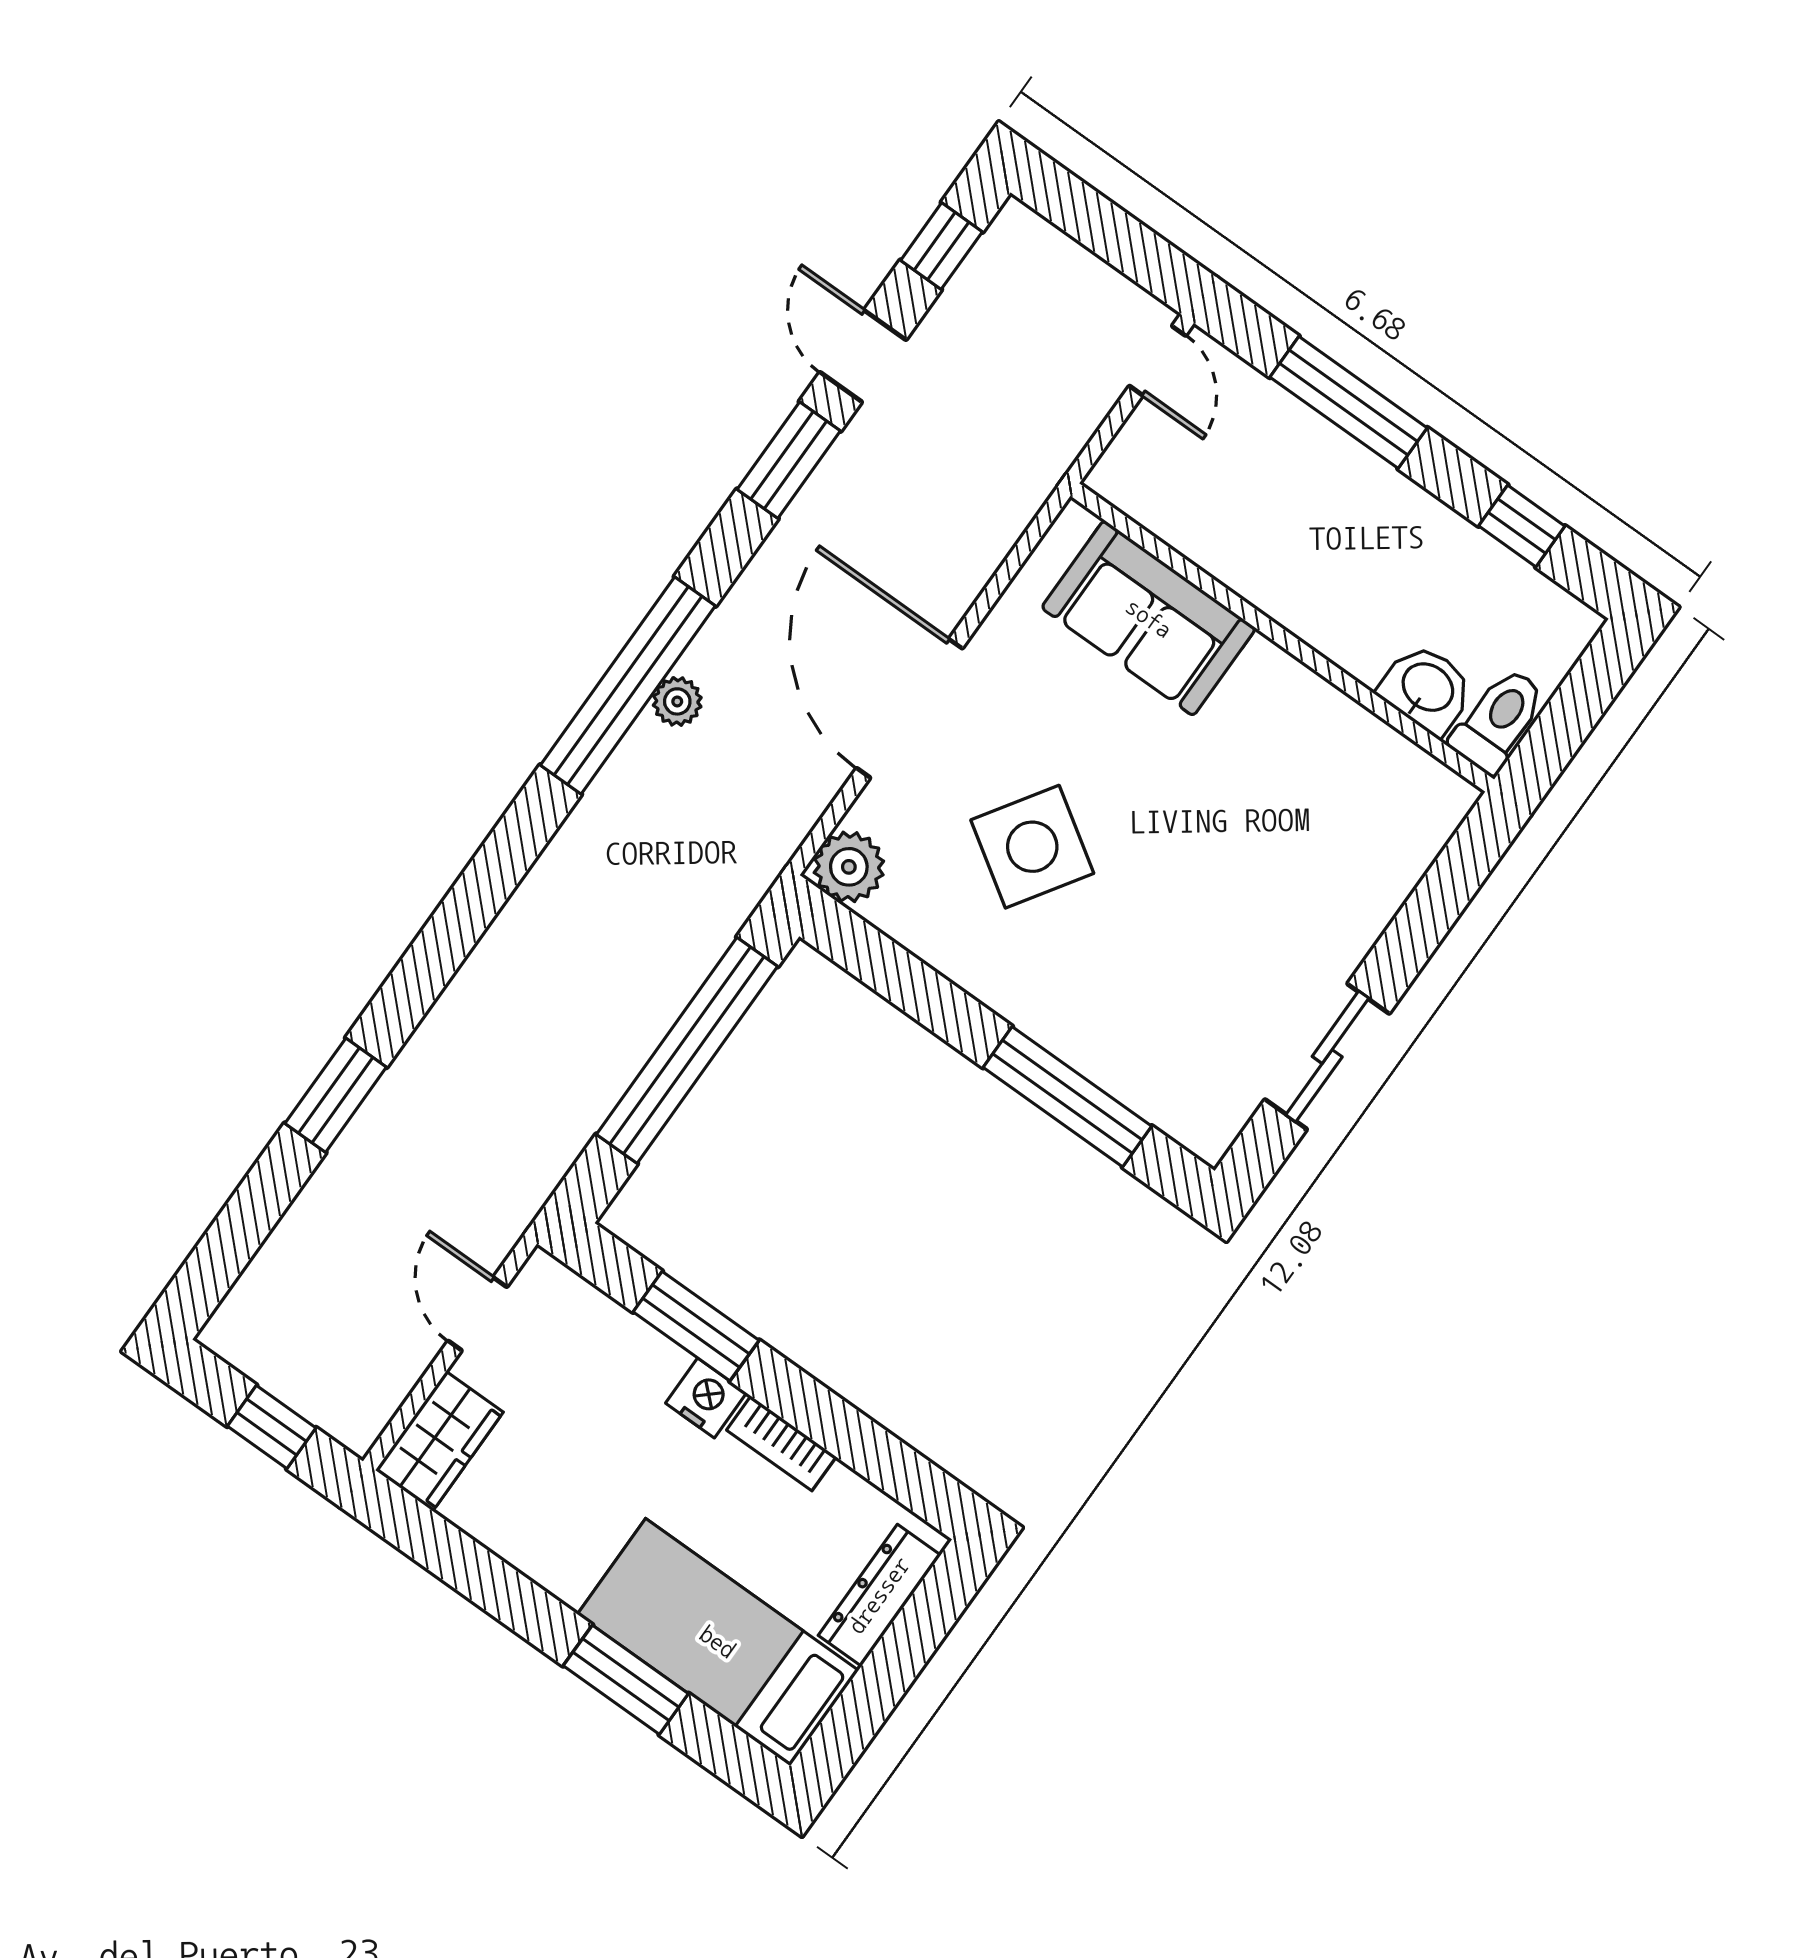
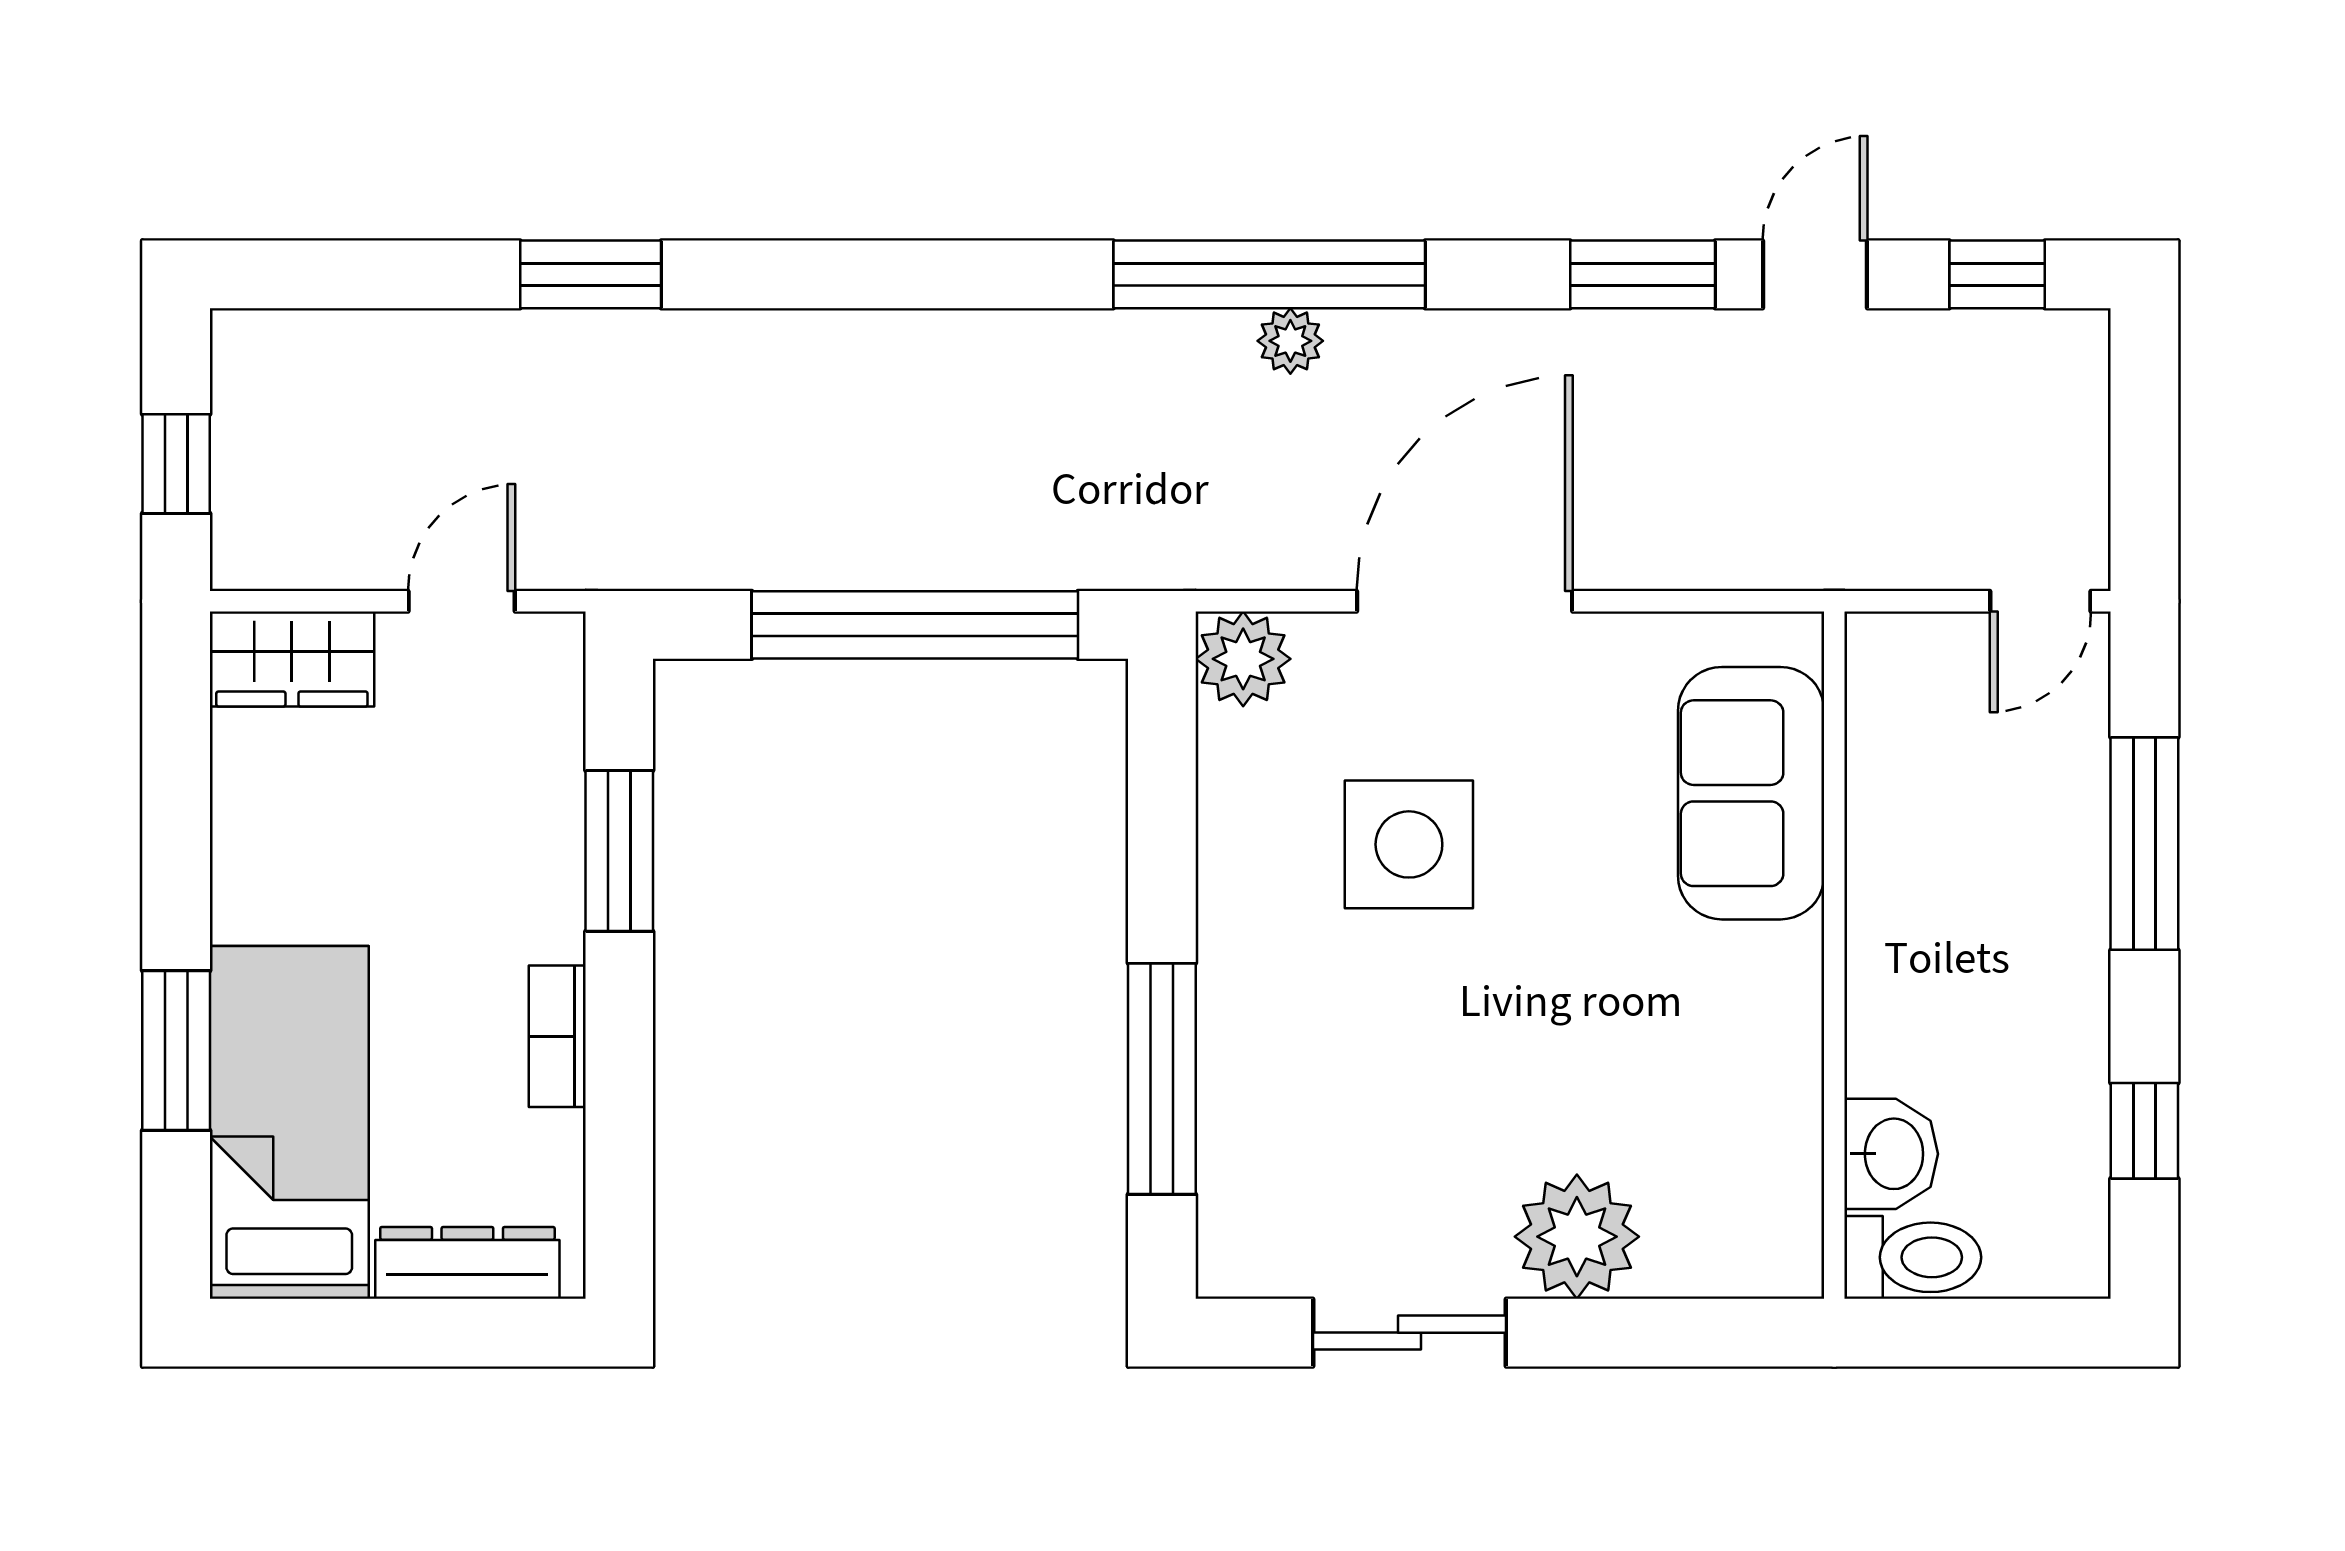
side table: (1032, 847) -> (1409, 844), turned -33
plant: (1341, 914) -> (1577, 1237), added
nightstand: (706, 1398) -> (548, 918), removed

